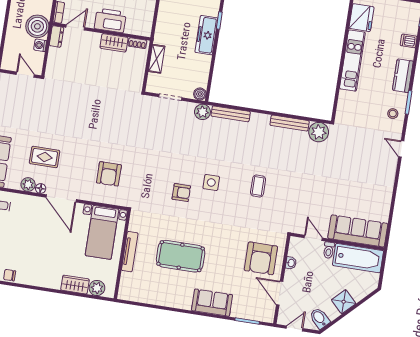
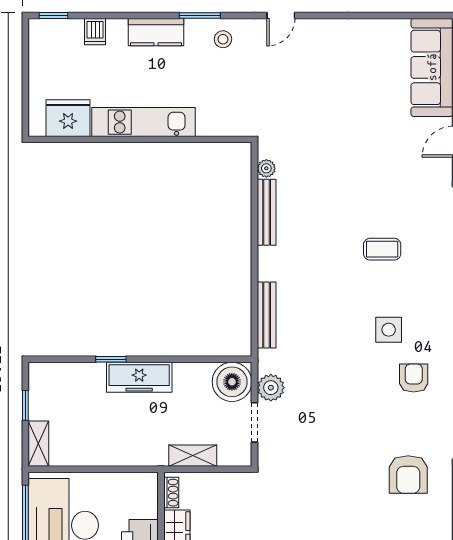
boiler: (200, 94) -> (232, 382), width x1.86, depth x1.86
plant: (202, 112) -> (271, 388), moved
plant: (319, 132) -> (266, 168), width x0.53, depth x0.53
armchair: (109, 174) -> (408, 474), moved, turned 90

